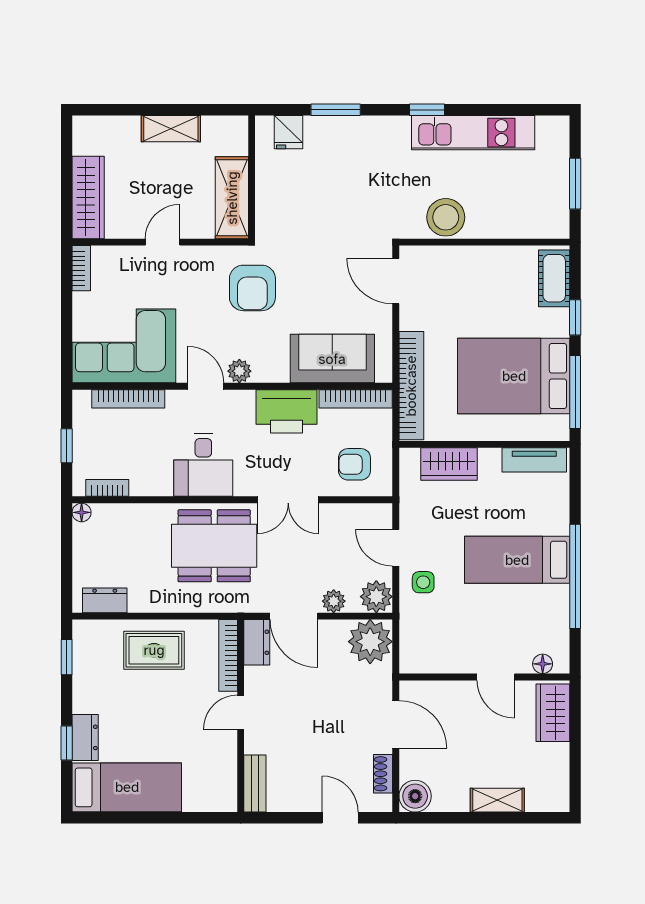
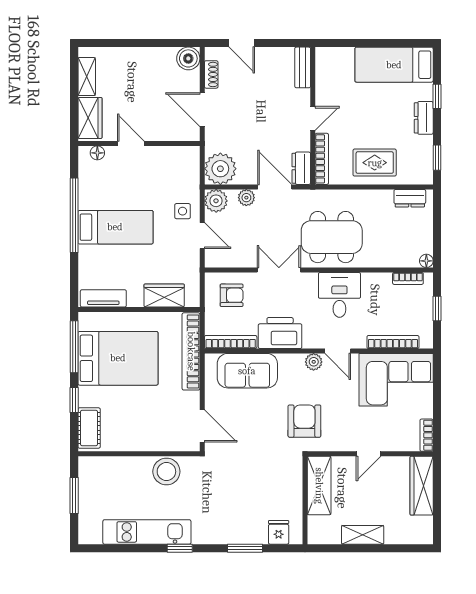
dresser: (85, 737) -> (424, 118), moved
shelving: (497, 800) -> (87, 77), moved, turned 90

